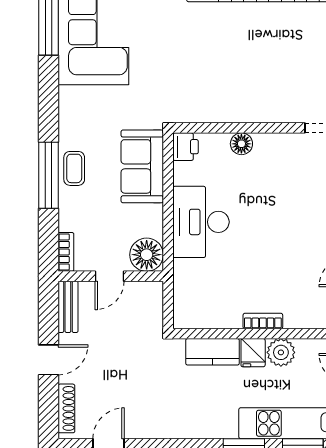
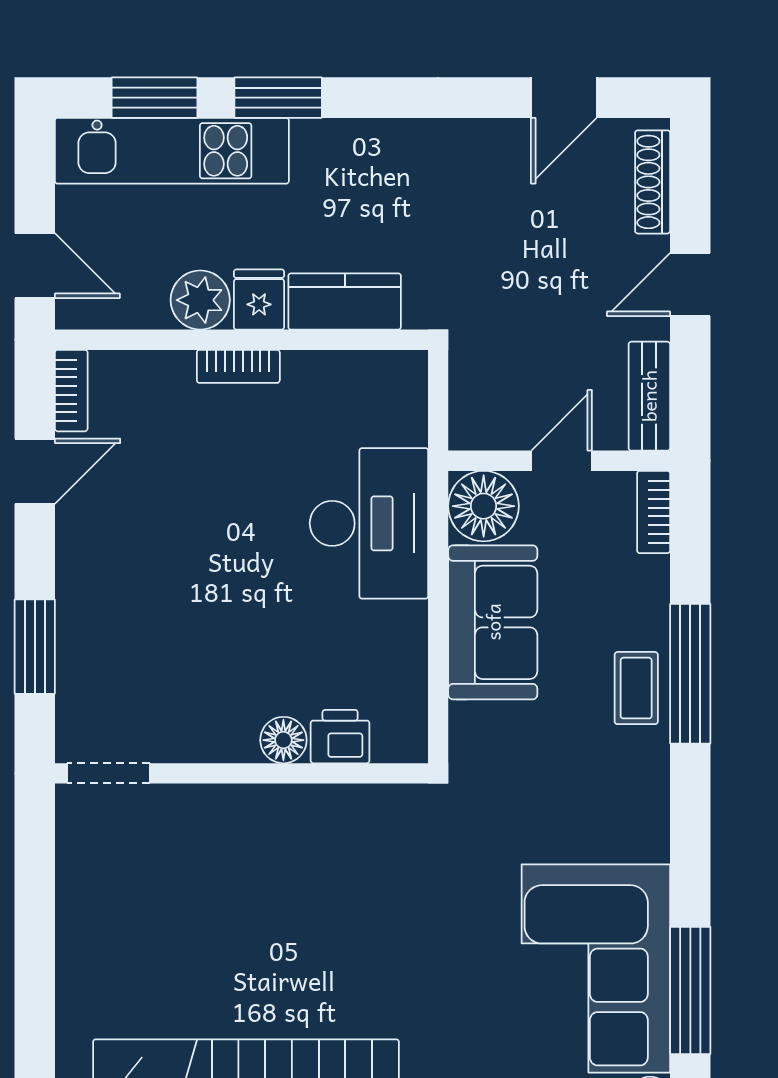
printer: (186, 147) -> (340, 737), moved, turned 90
sofa: (142, 166) -> (493, 622), moved
desk: (201, 222) -> (369, 523), moved

